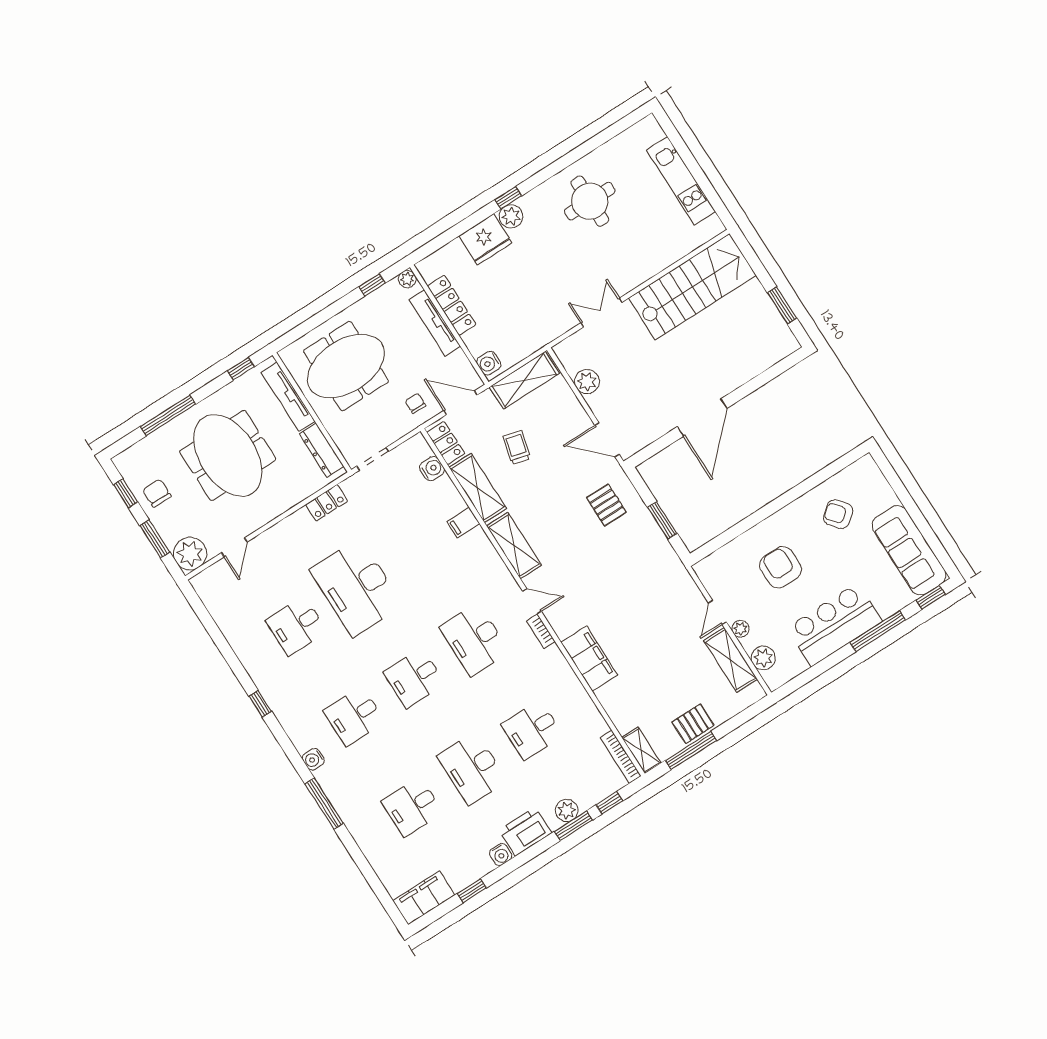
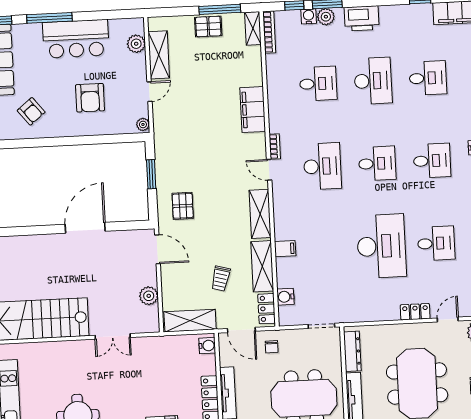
locker: (327, 503) -> (415, 312), moved
plant: (740, 629) -> (143, 124), moved
water cooler: (501, 855) -> (309, 16), moved

